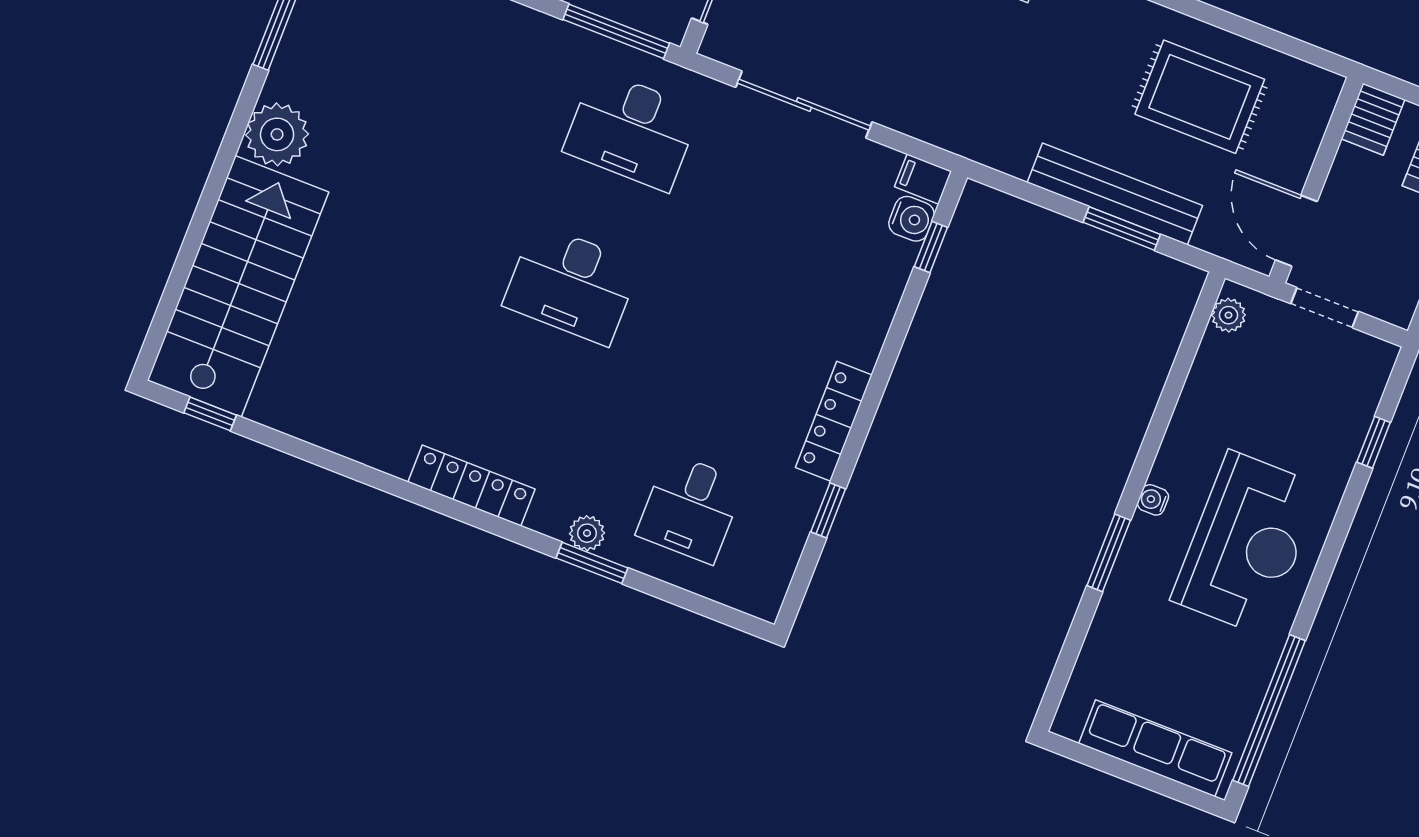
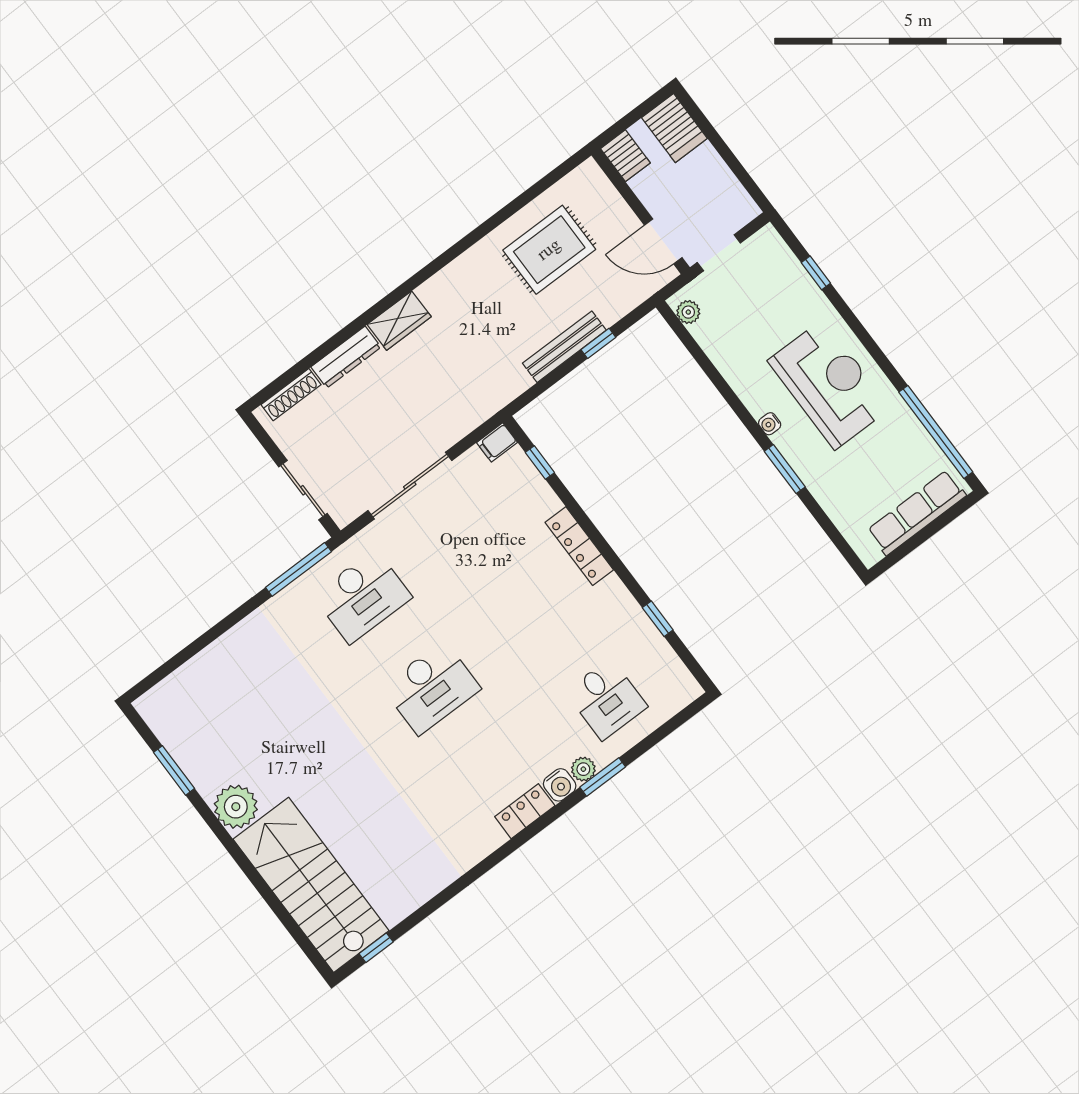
bench: (1115, 194) -> (564, 347), width x0.73, depth x0.82
water cooler: (911, 219) -> (560, 785), moved, turned 90
window: (1122, 228) -> (598, 343), width x0.67
locker: (834, 421) -> (579, 546), moved
locker: (471, 486) -> (525, 811), width x0.66

